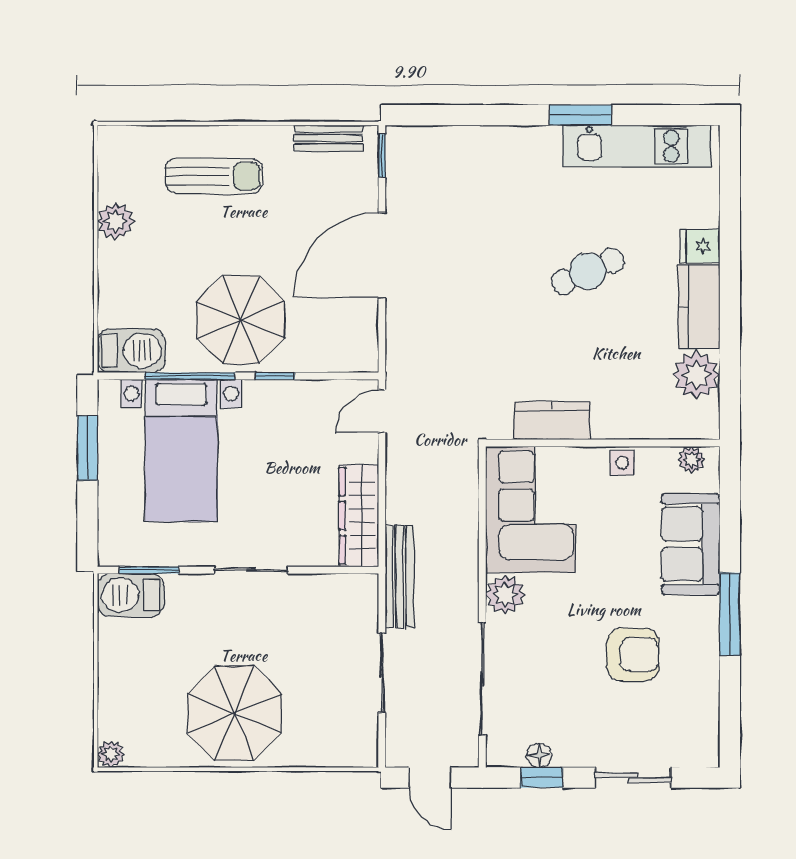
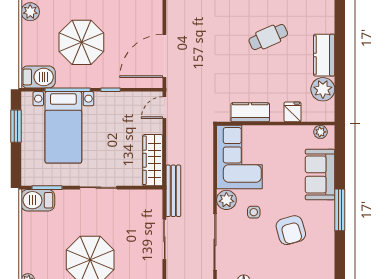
fridge: (700, 246) -> (292, 112), moved, turned 90
door: (382, 255) -> (164, 56), moved
parasol: (241, 320) -> (81, 42), moved
side table: (622, 463) -> (254, 212), moved
armchair: (633, 655) -> (291, 230), turned 74

